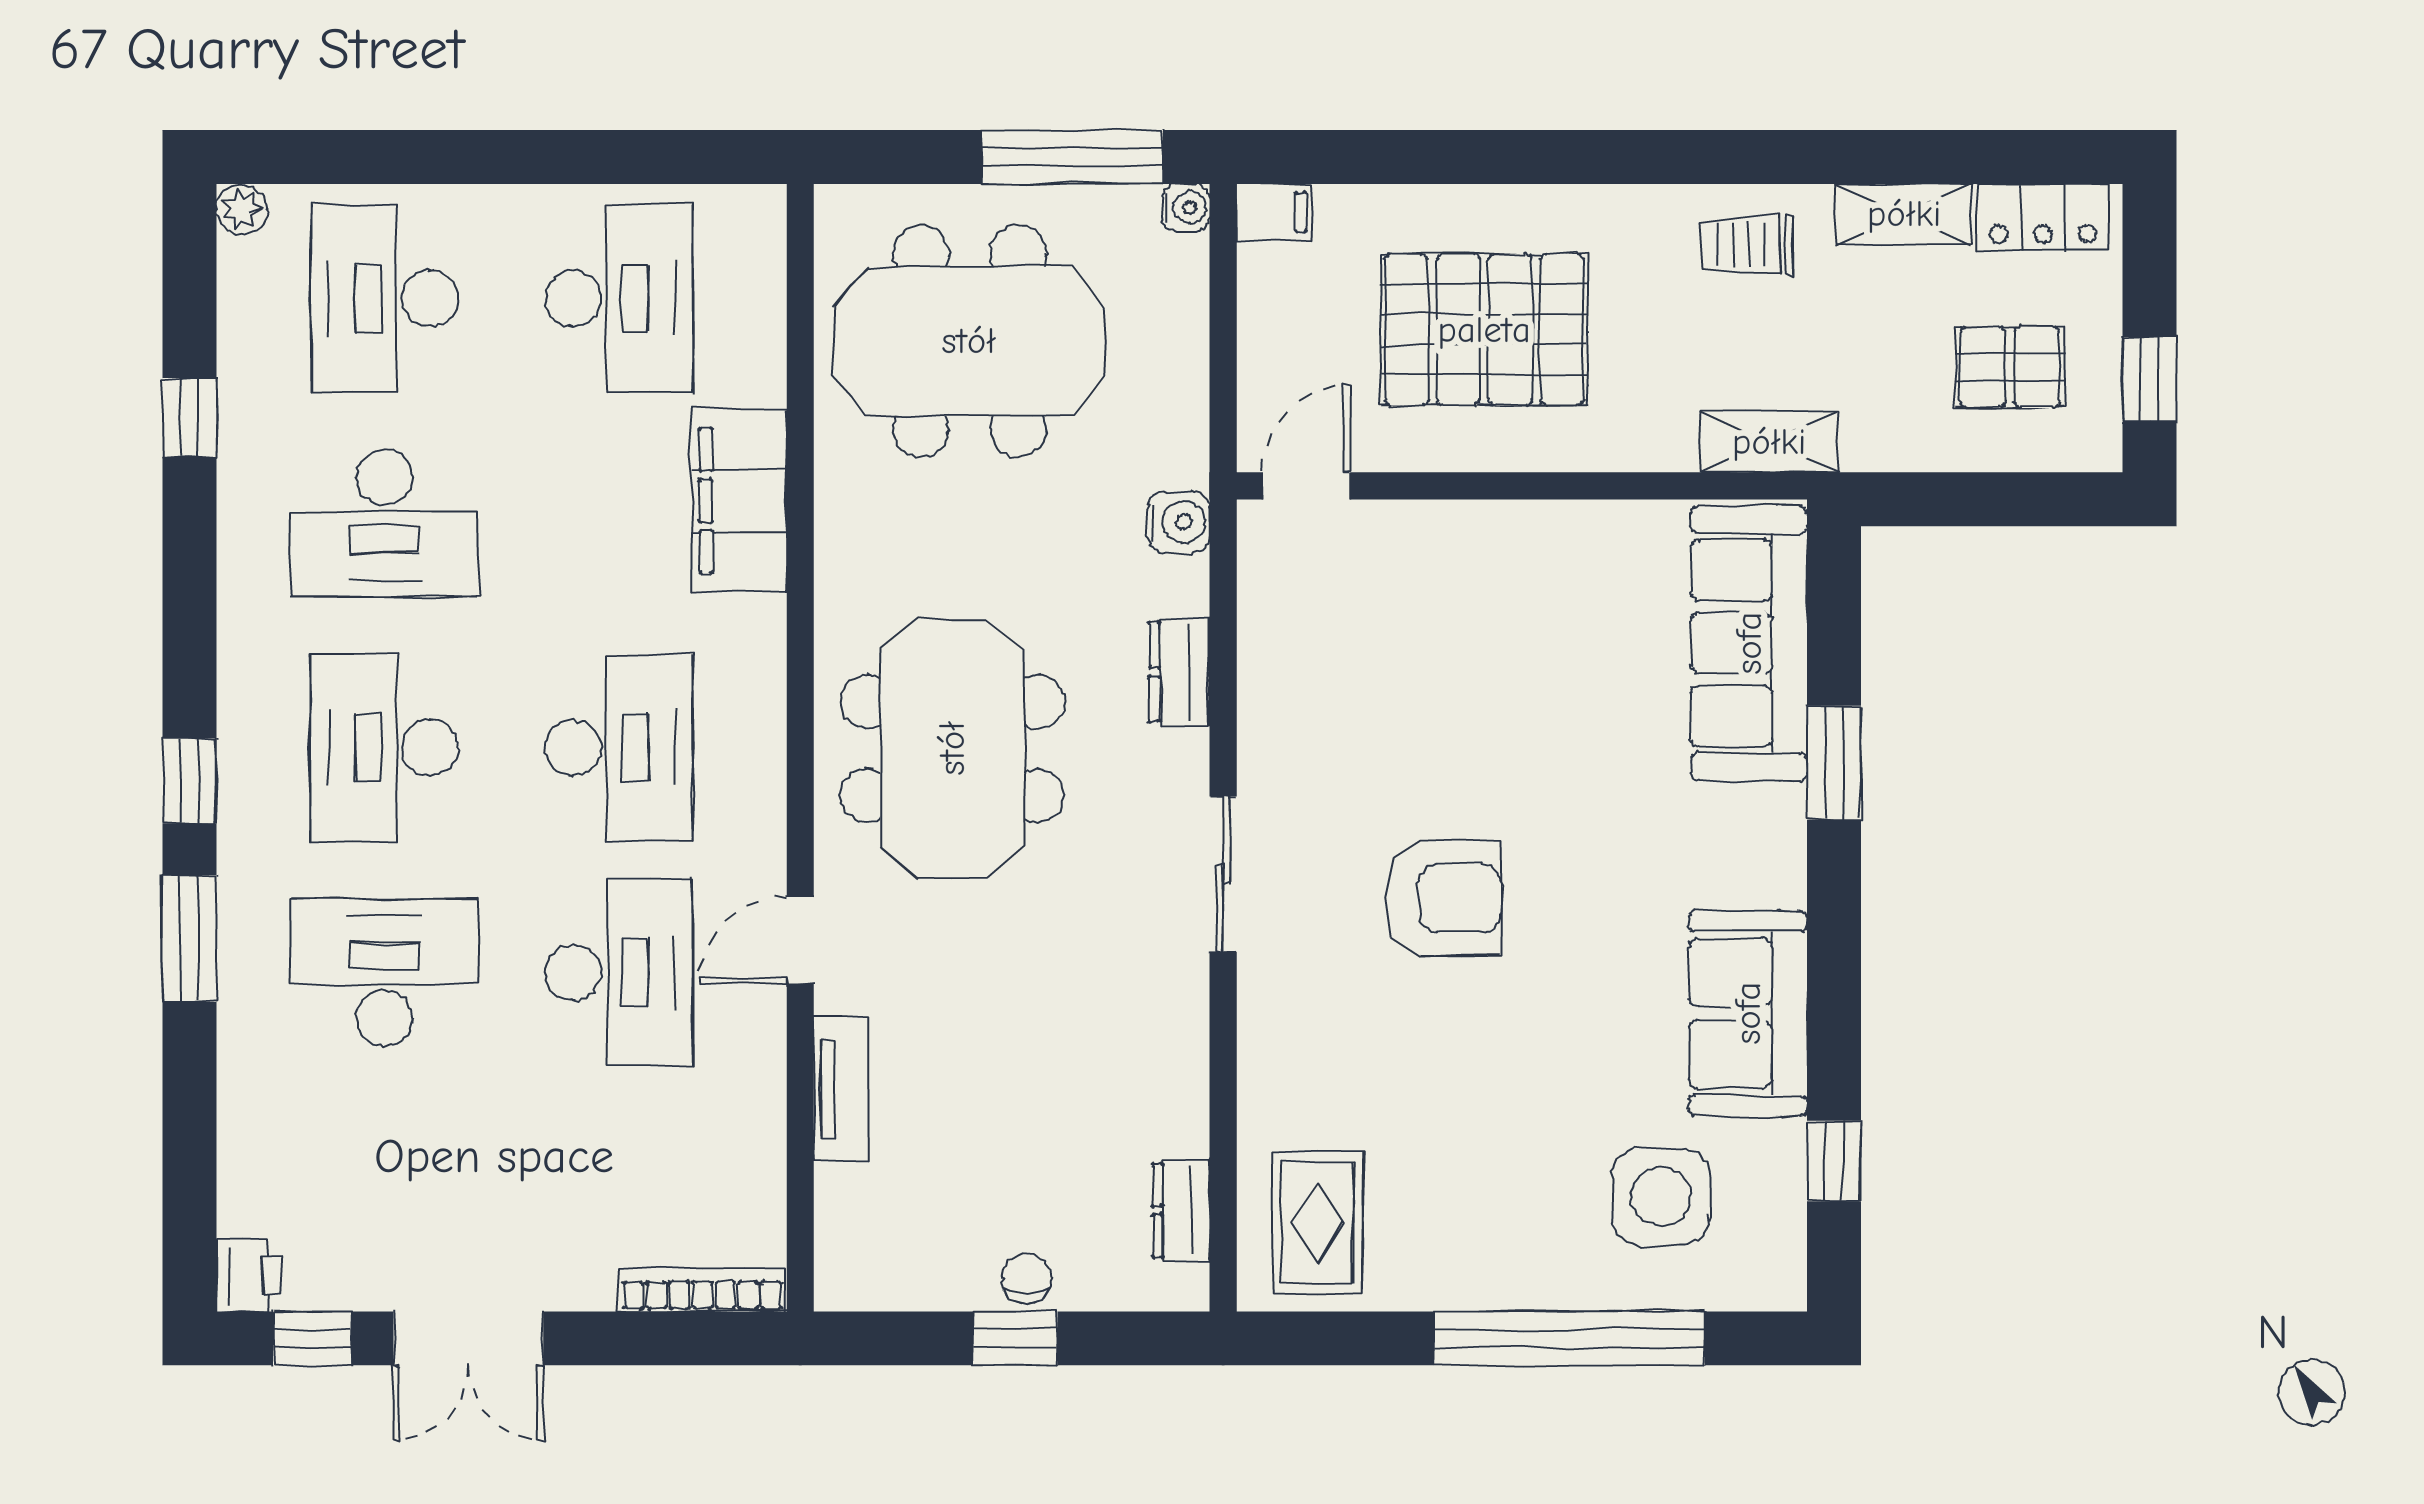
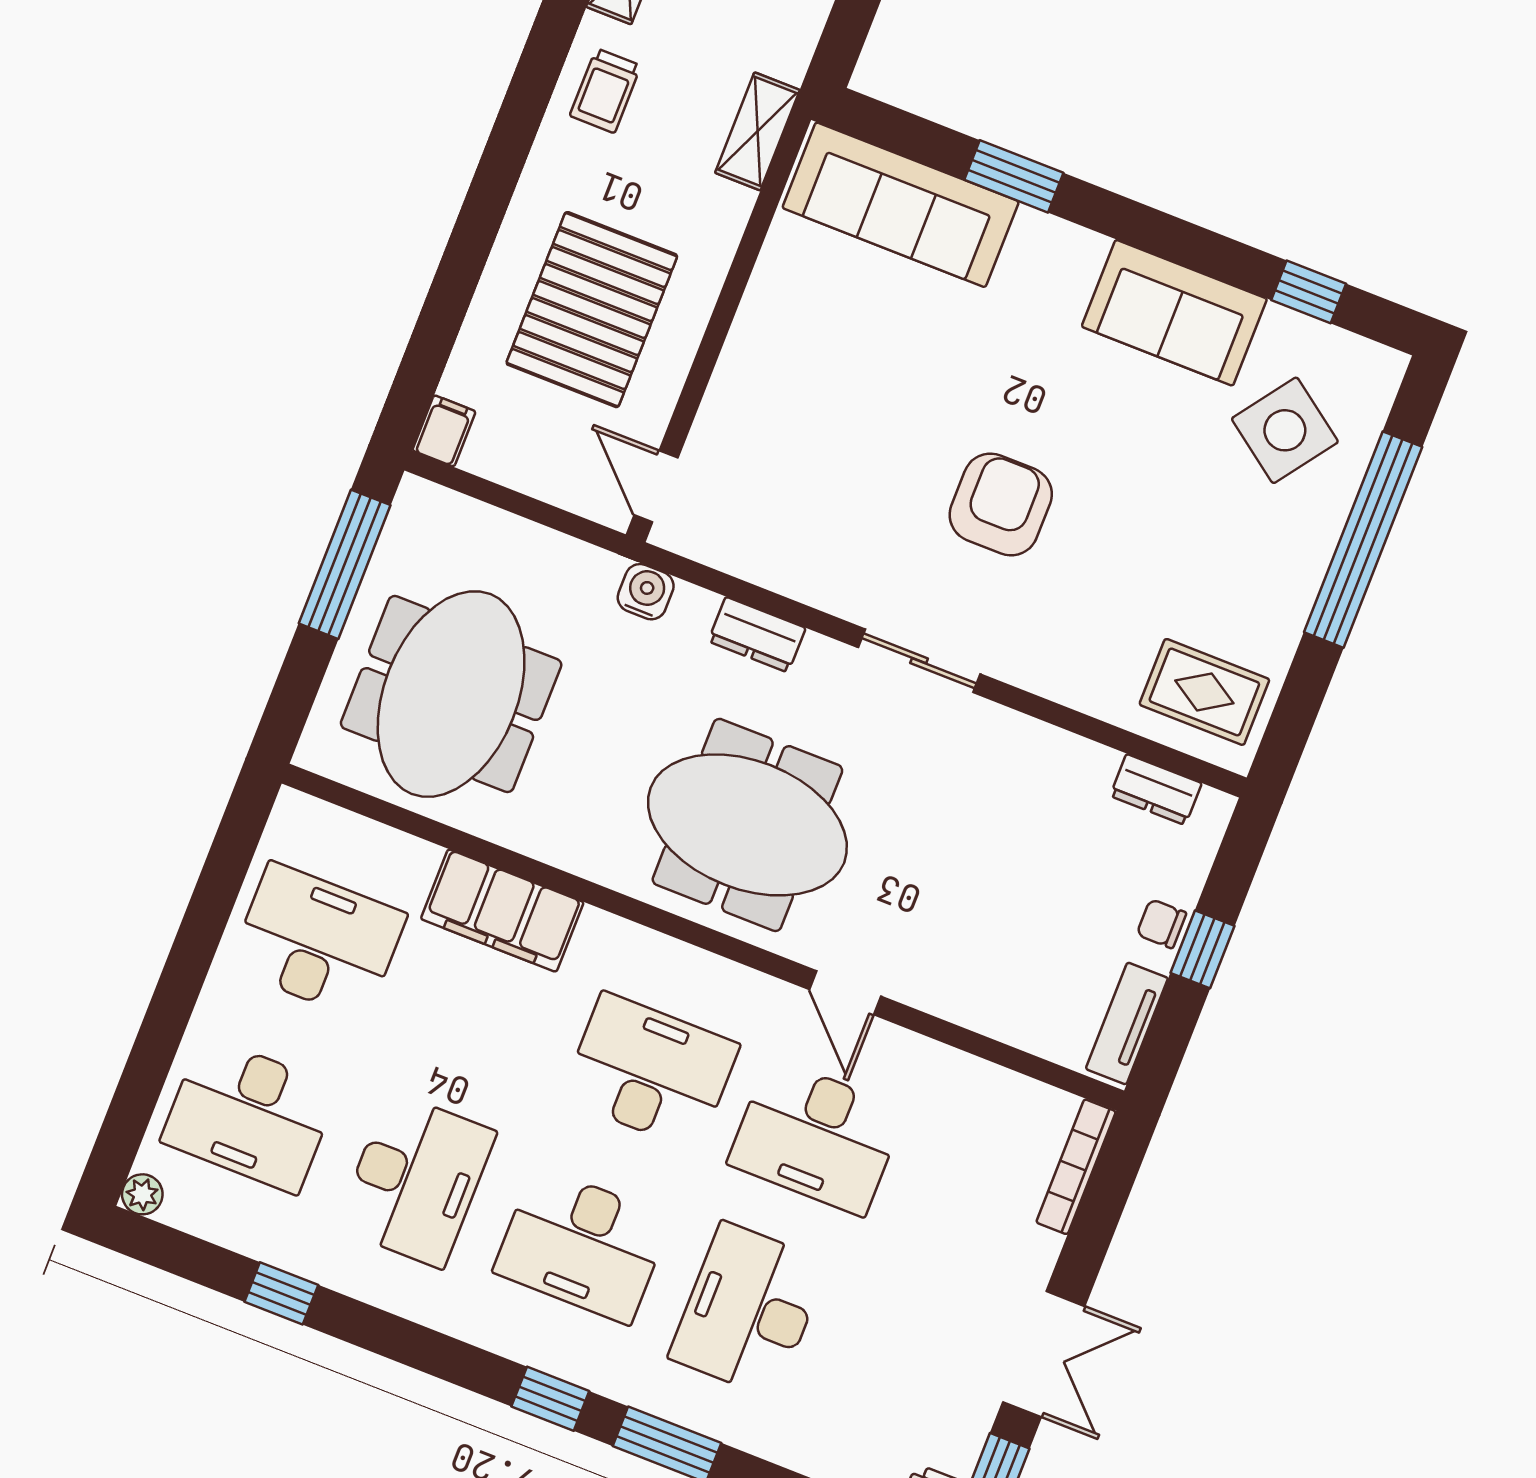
water cooler: (1186, 208) -> (415, 495), removed
desk: (619, 972) -> (816, 1137), turned 180
tv unit: (841, 1089) -> (1127, 1023), moved, turned -90
side table: (1661, 1197) -> (1285, 430), turned 36

